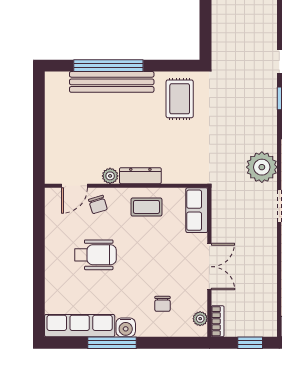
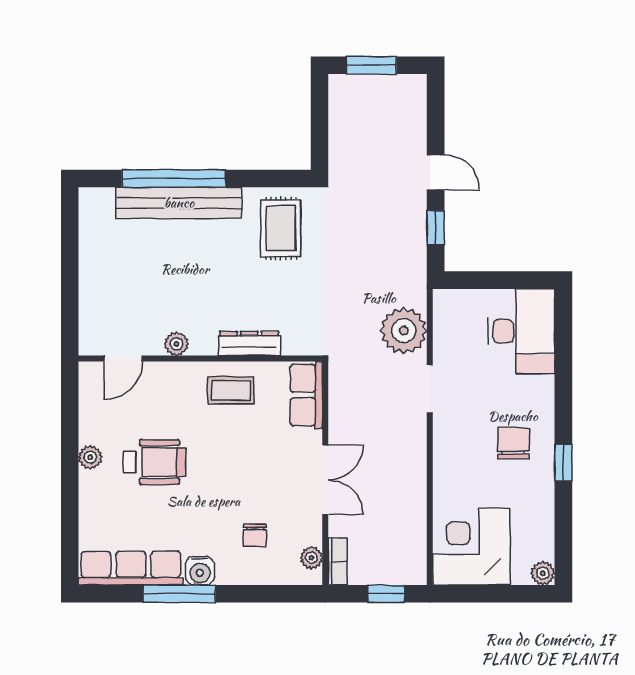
dresser: (140, 176) -> (249, 343), moved
chair: (98, 204) -> (158, 387), removed
plant: (52, 252) -> (90, 457), added

